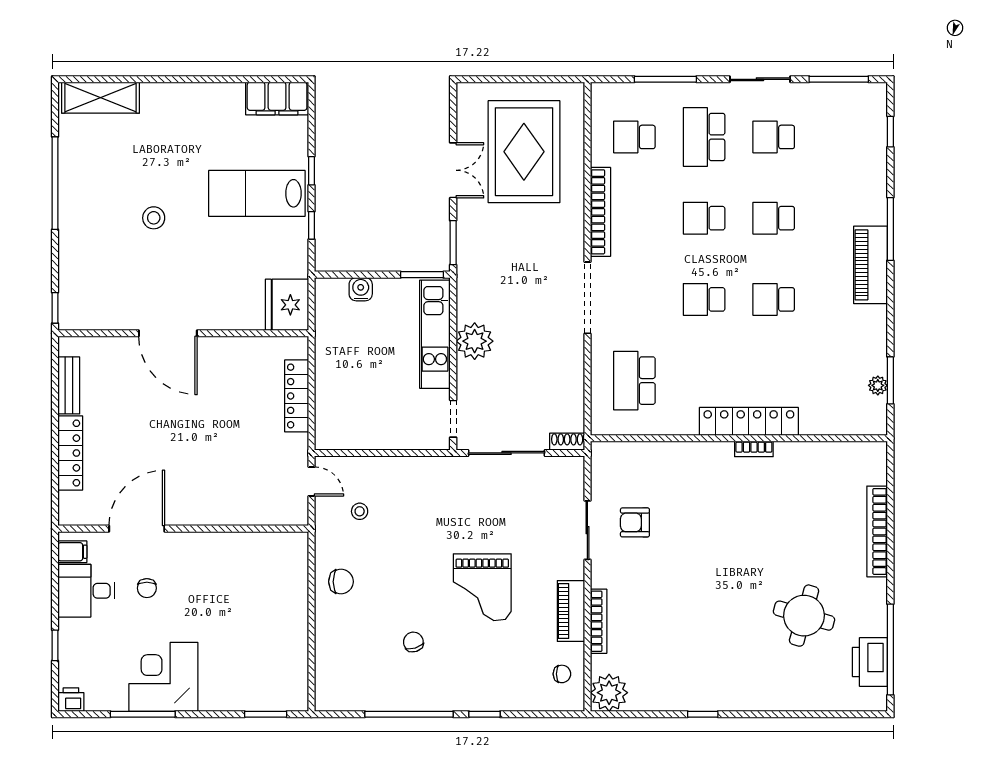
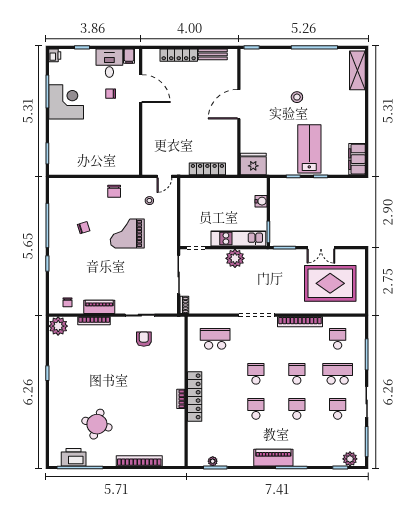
plant: (873, 112) -> (350, 459), added
grand piano: (482, 587) -> (127, 233), moved

